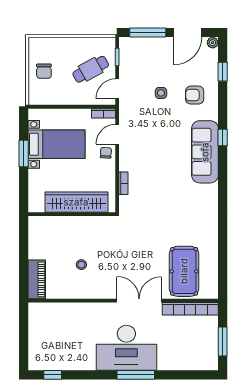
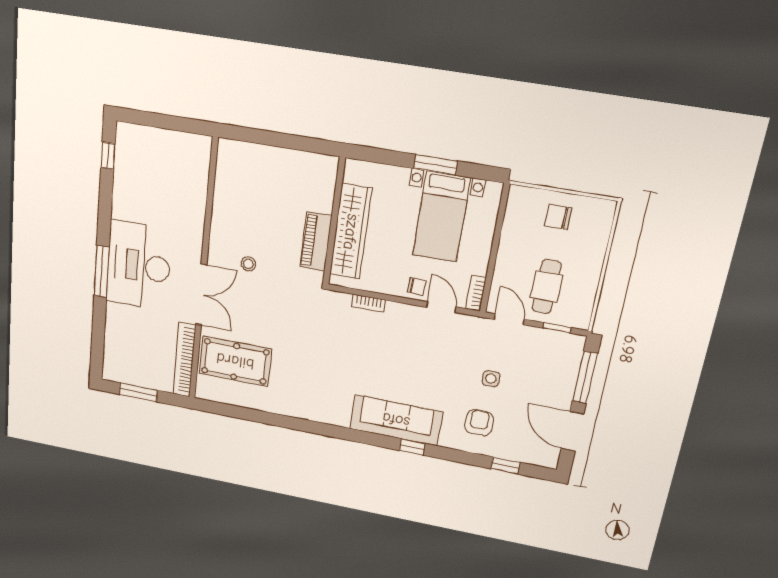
plant: (213, 43) -> (550, 461), removed
cafe table: (91, 69) -> (547, 287), turned 30
stool: (81, 265) -> (248, 264), moved
piano: (37, 279) -> (316, 241), moved, turned 90

